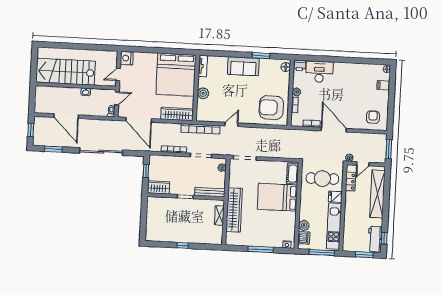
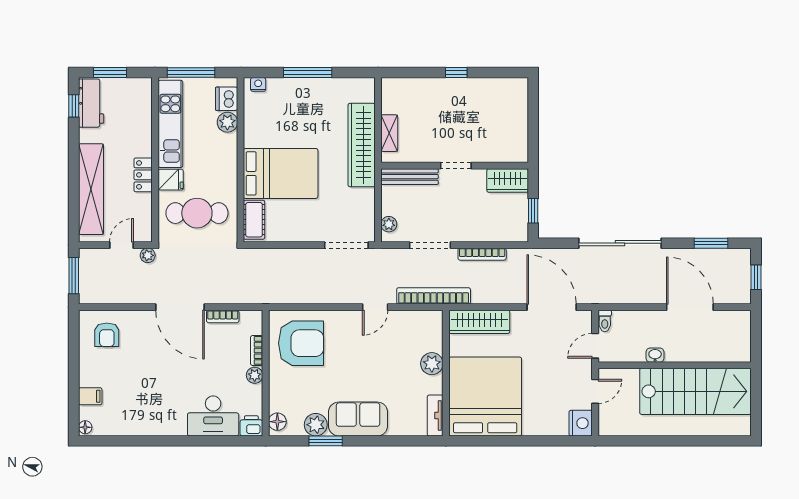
plant: (266, 64) -> (316, 425), added
locker: (351, 182) -> (143, 175), moved

